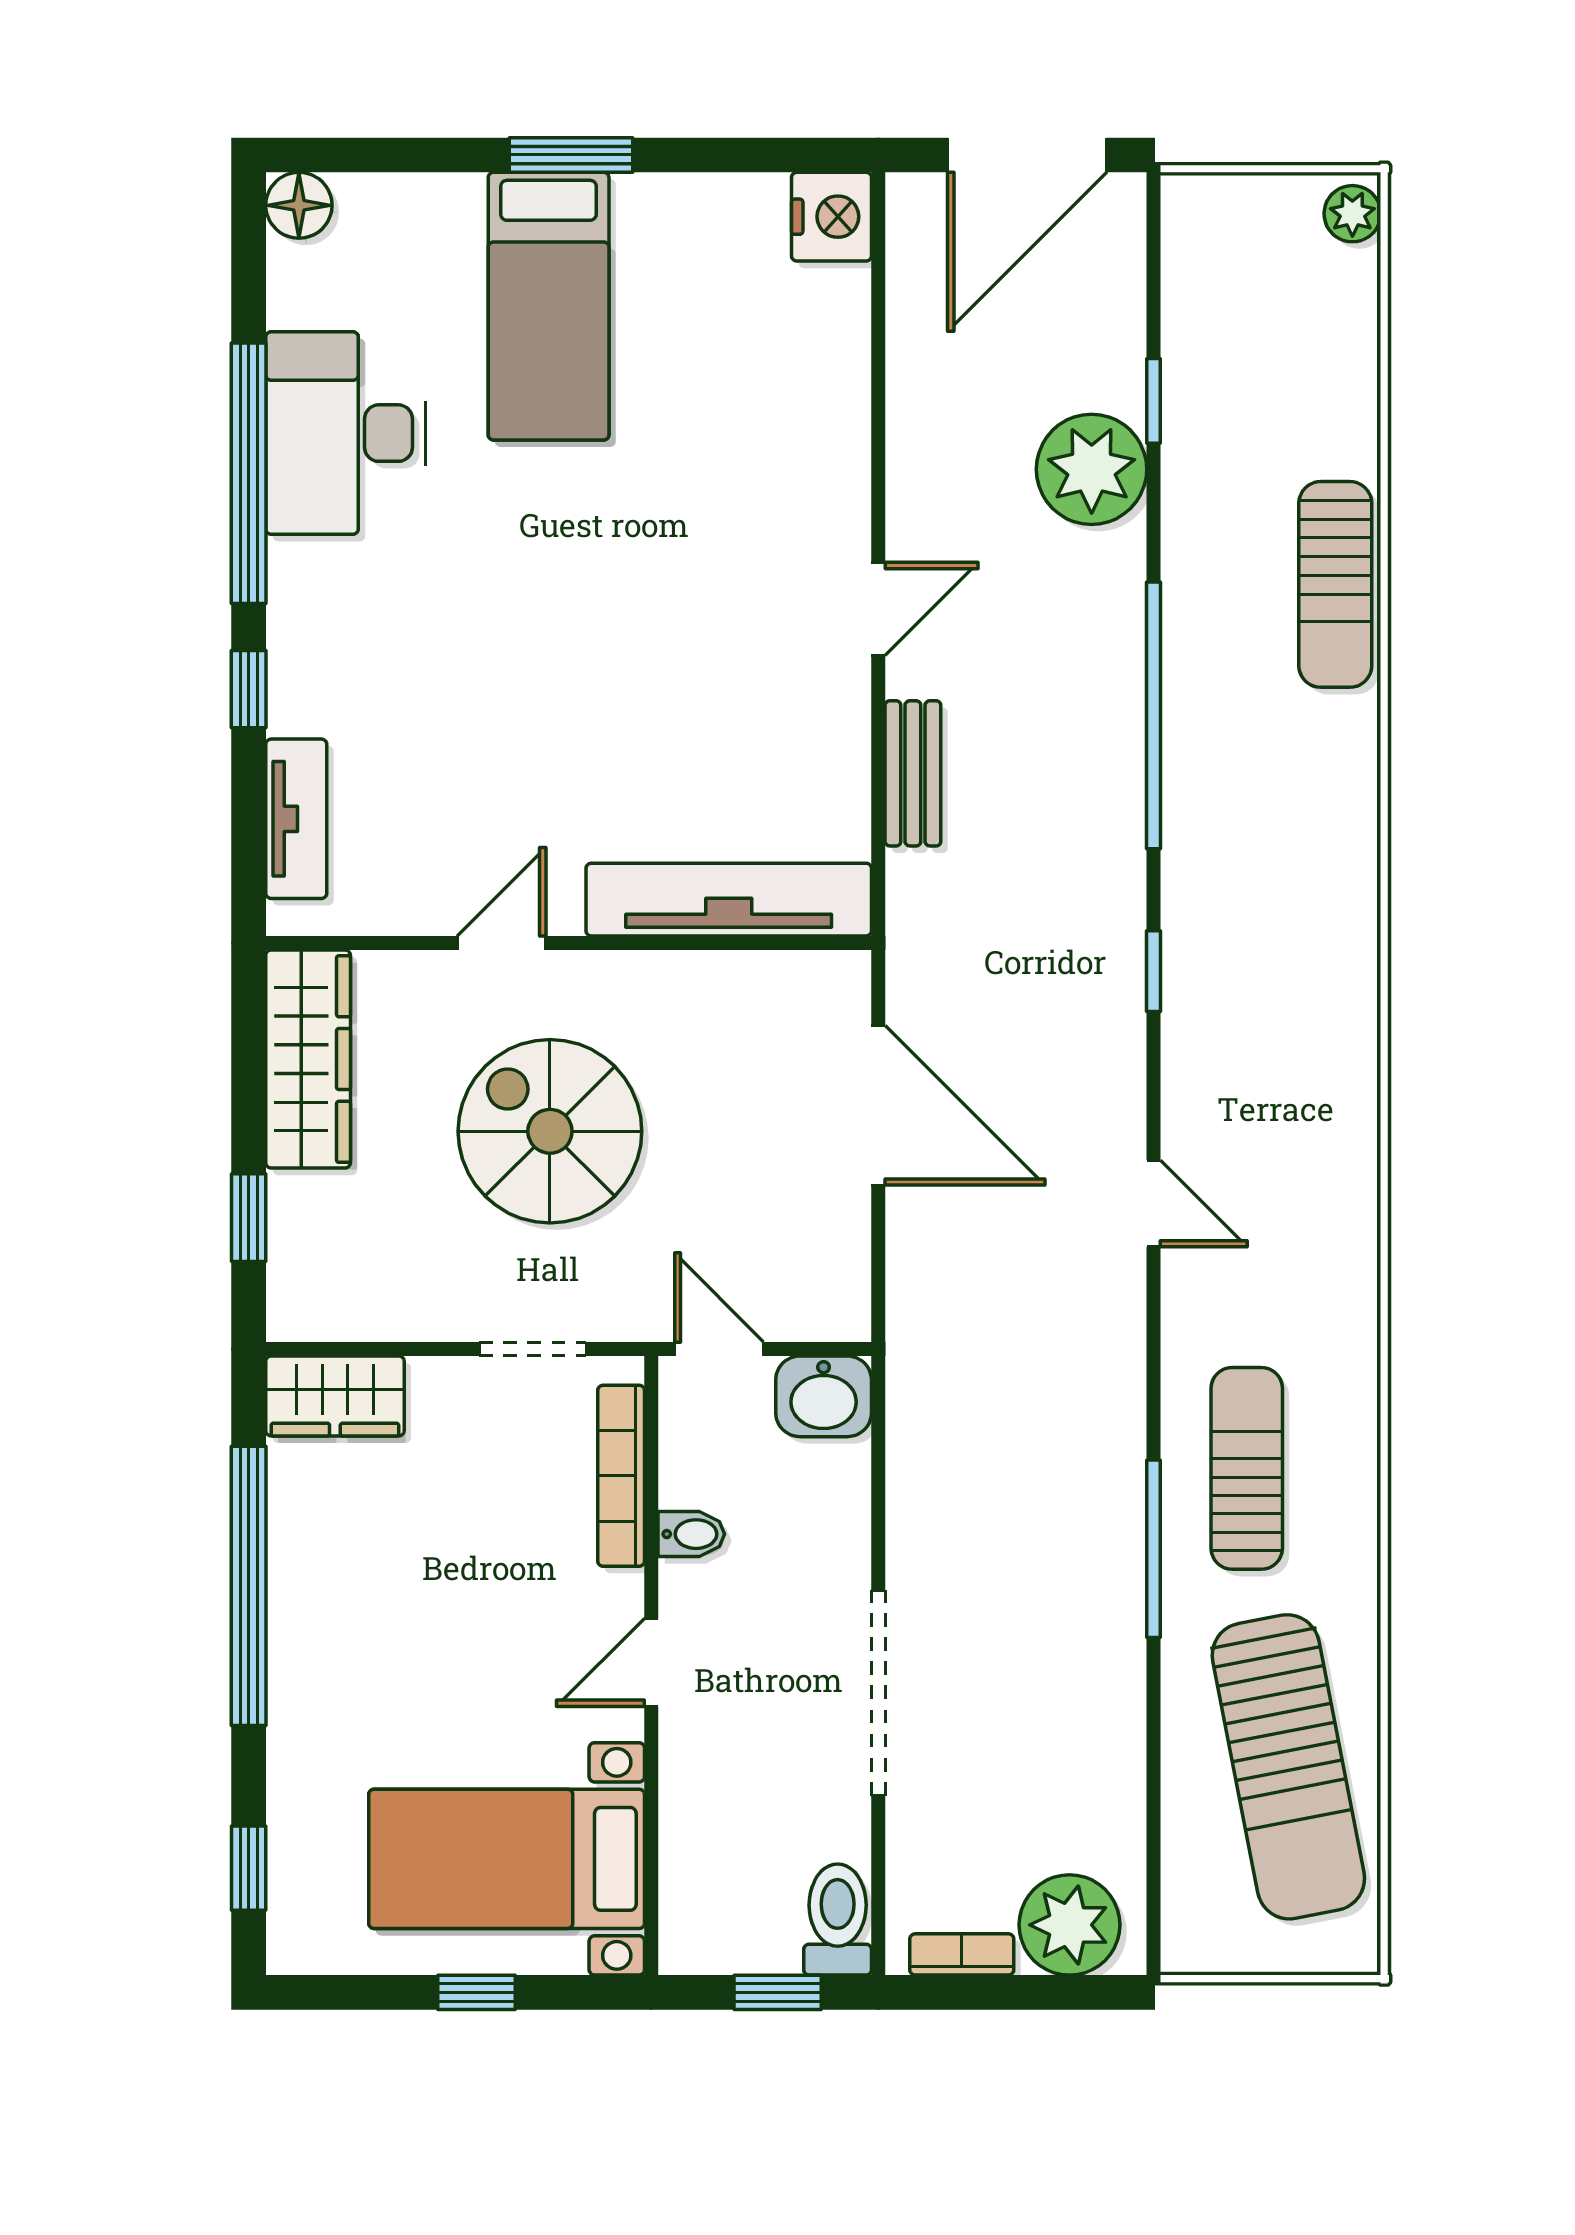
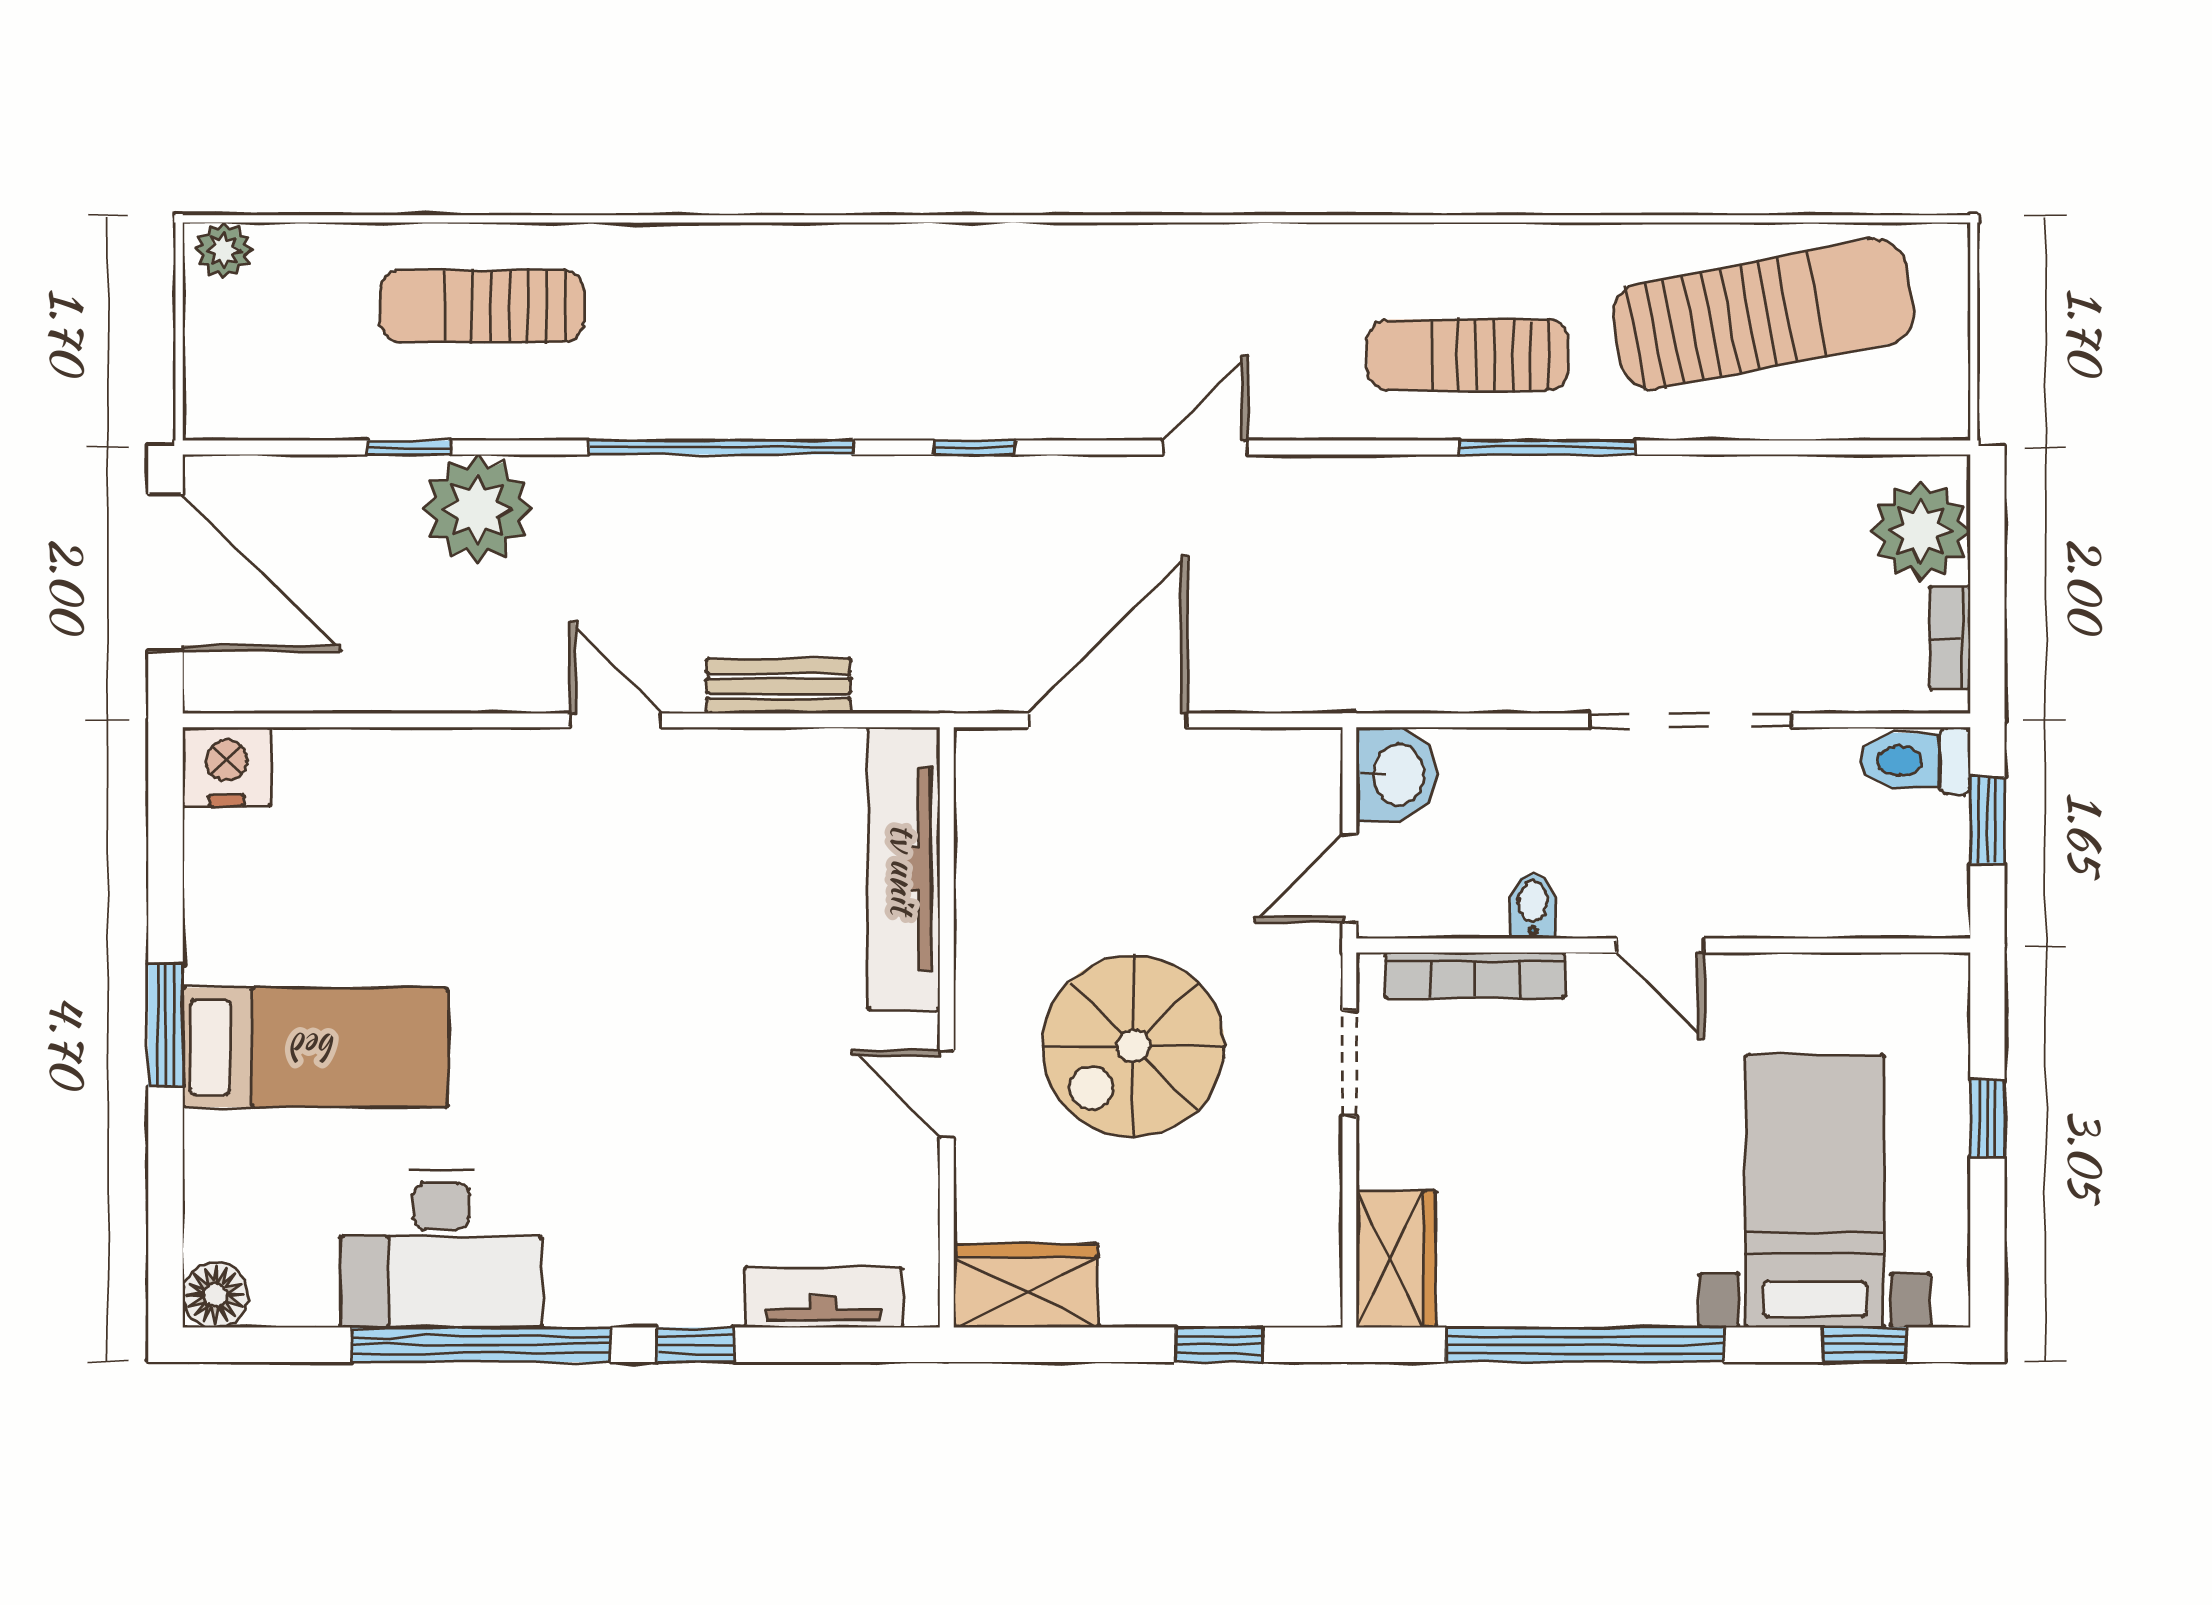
sun lounger: (1335, 584) -> (482, 306), moved, turned 180
wardrobe: (308, 1059) -> (1026, 1286), width x0.67
bed with nightstands: (507, 1859) -> (1815, 1191), moved, turned 180

